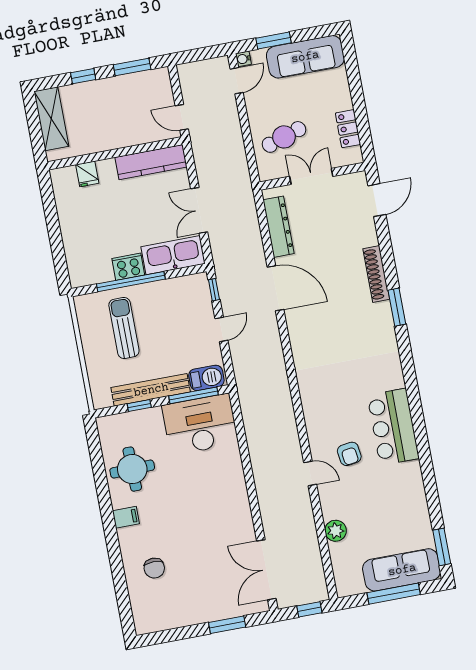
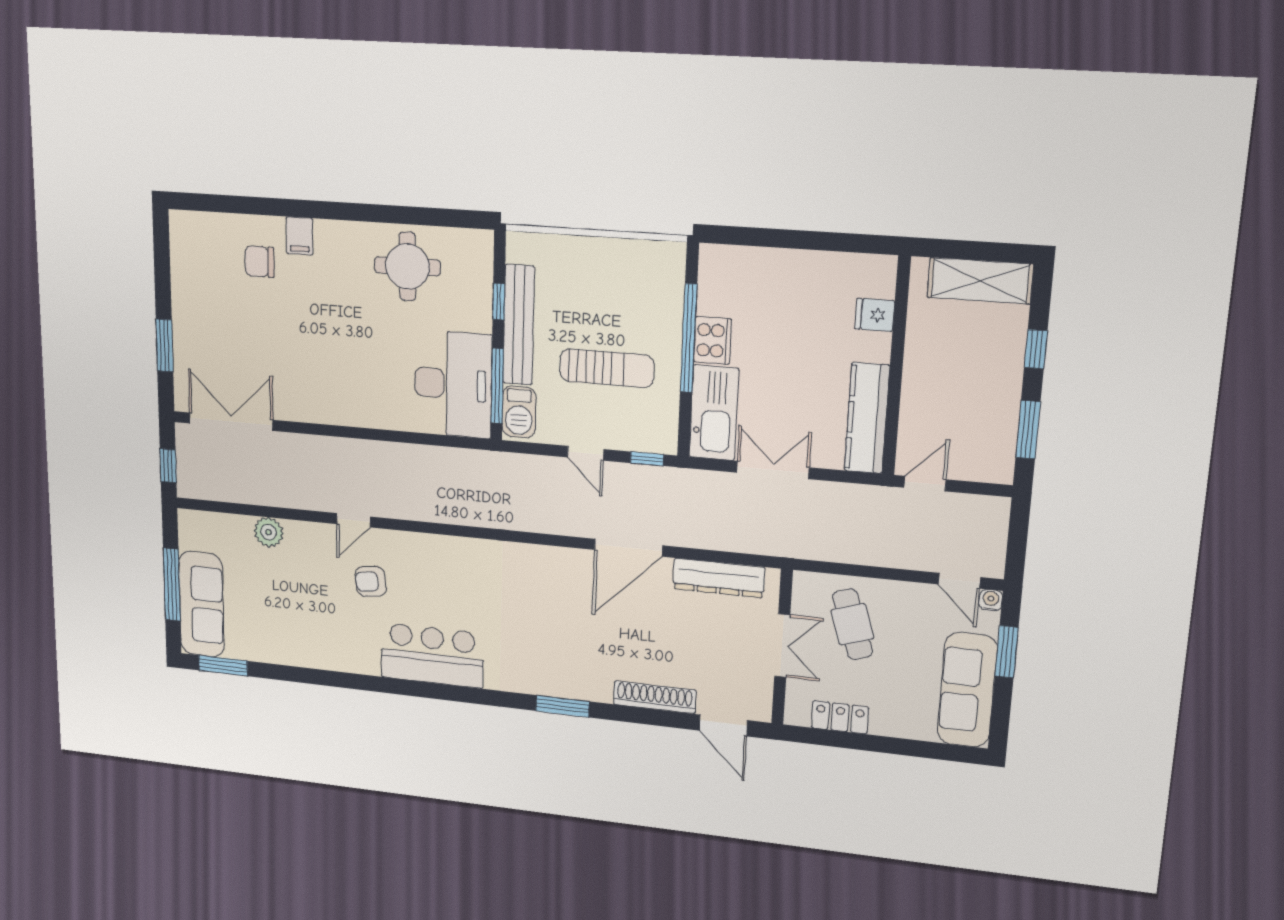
shoe rack: (376, 274) -> (655, 697), moved
sun lounger: (124, 328) -> (607, 368), moved
bar counter: (393, 427) -> (432, 655), moved
filing cabinet: (126, 517) -> (300, 236), moved

